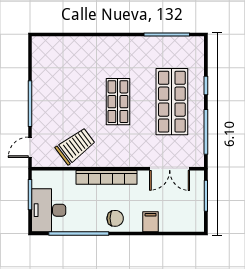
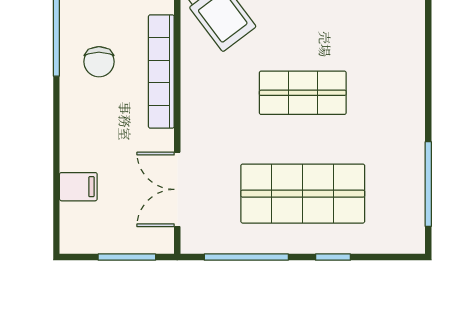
chair: (115, 218) -> (99, 62), moved
filing cabinet: (151, 222) -> (78, 187), moved

